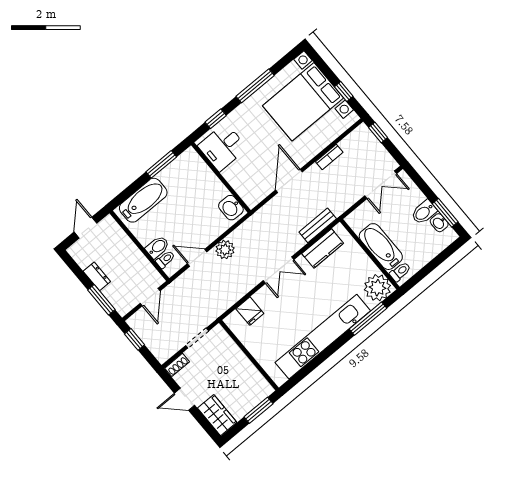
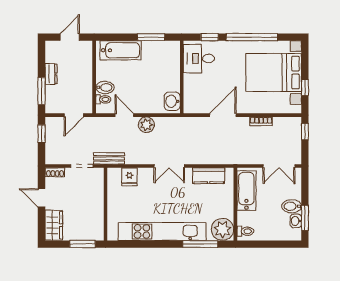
window: (255, 86) -> (252, 37), width x1.46
bench: (318, 225) -> (109, 158), moved
bathtub: (381, 247) -> (246, 191), moved

